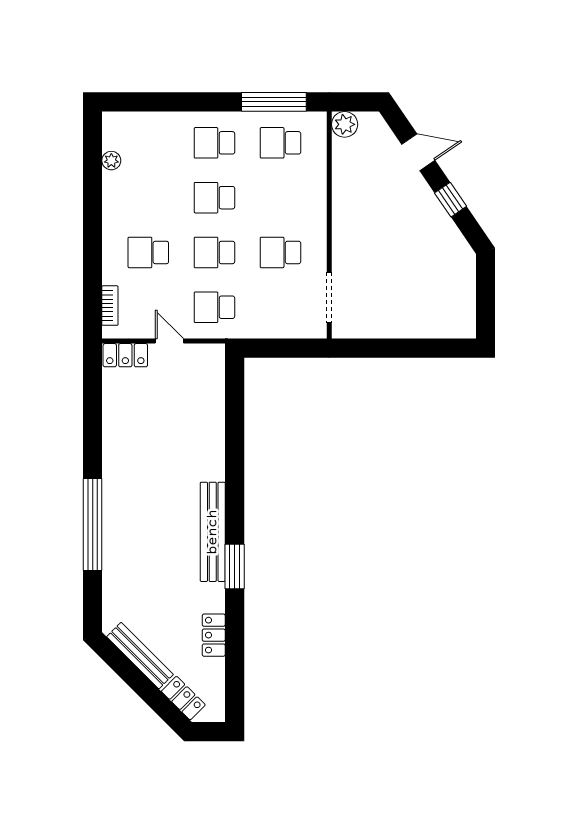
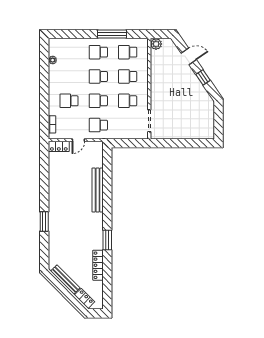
window: (274, 102) -> (112, 34), moved
school desk: (281, 198) -> (128, 76), added
door: (169, 341) -> (78, 140), swing flipped
window: (93, 525) -> (44, 221), width x0.47
bench: (213, 532) -> (98, 190), moved
locker: (214, 635) -> (98, 265), width x1.53

